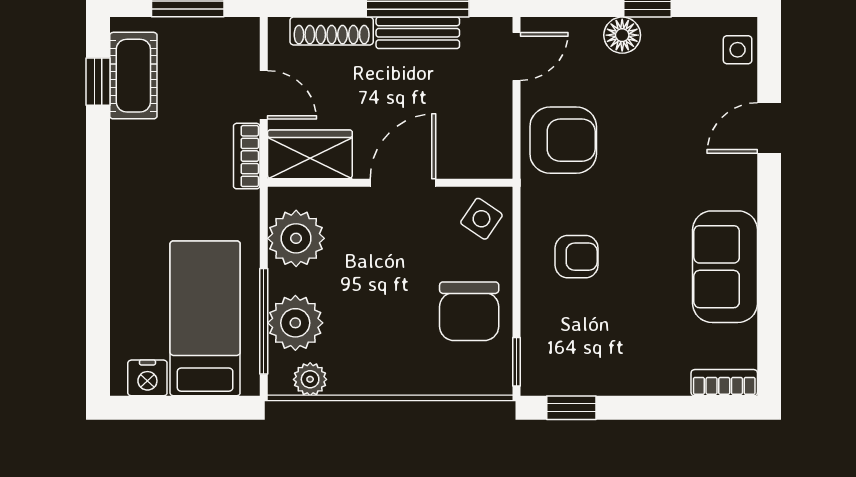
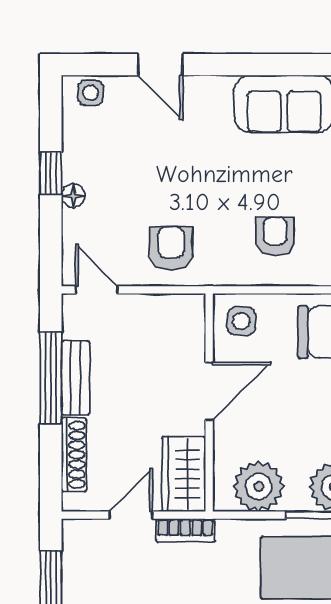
floor lamp: (622, 35) -> (73, 196), width x0.73, depth x0.73
armchair: (563, 140) -> (171, 248), width x0.72, depth x0.72
door: (403, 183) -> (209, 391), swing flipped
side table: (481, 219) -> (241, 321), turned -31

